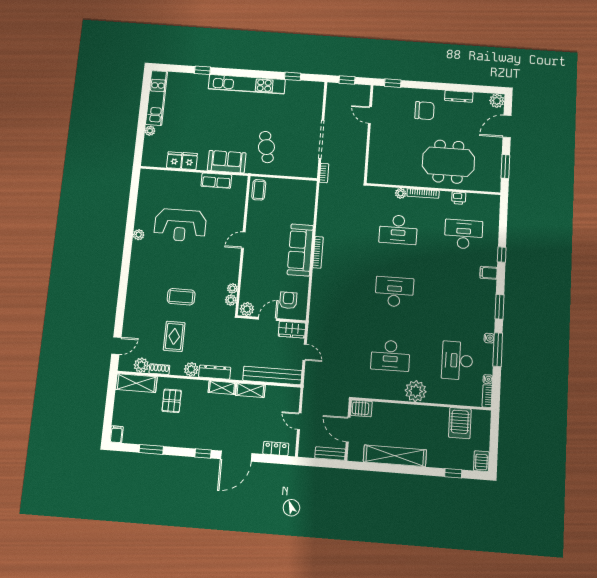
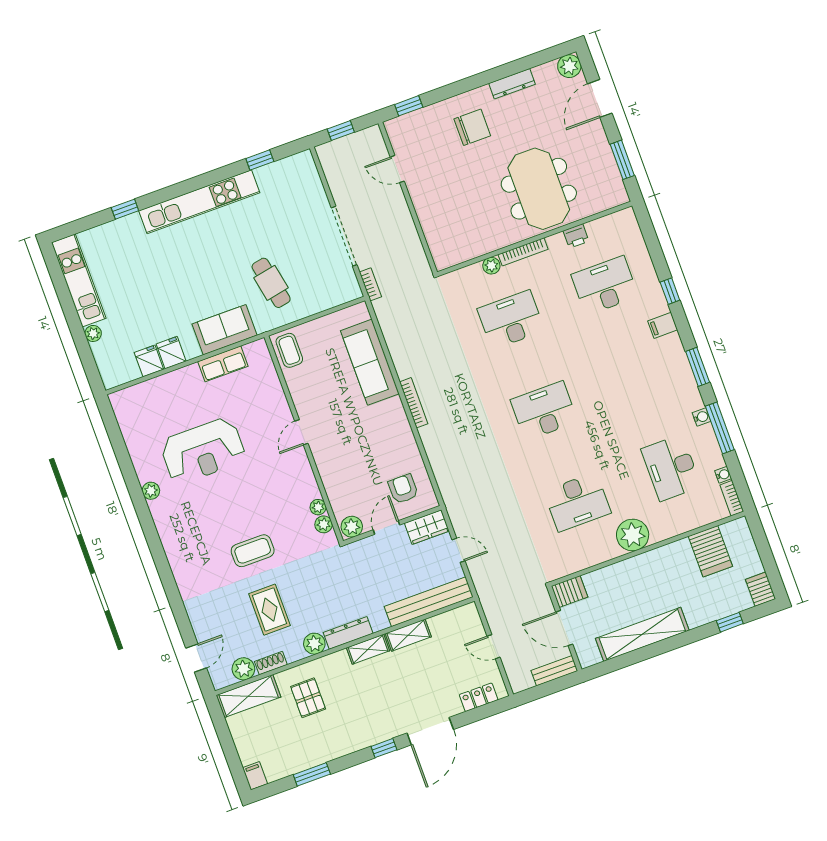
meeting table: (448, 162) -> (539, 189), turned 90
desk: (398, 230) -> (511, 320), turned 180
sofa: (300, 250) -> (370, 362), moved

